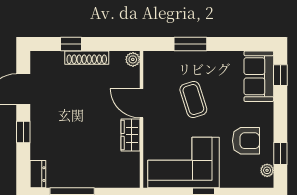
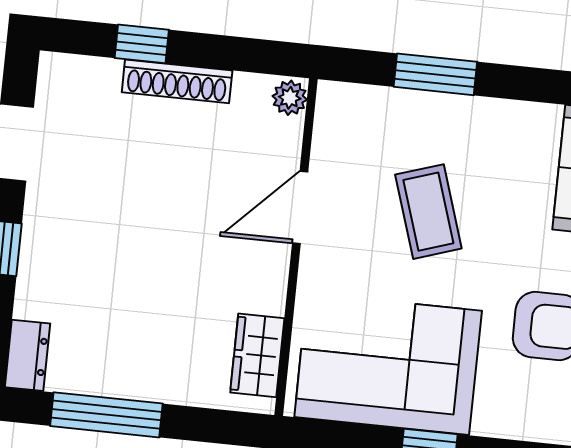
door: (142, 103) -> (300, 208), hinge flipped
wardrobe: (130, 135) -> (257, 355), moved

